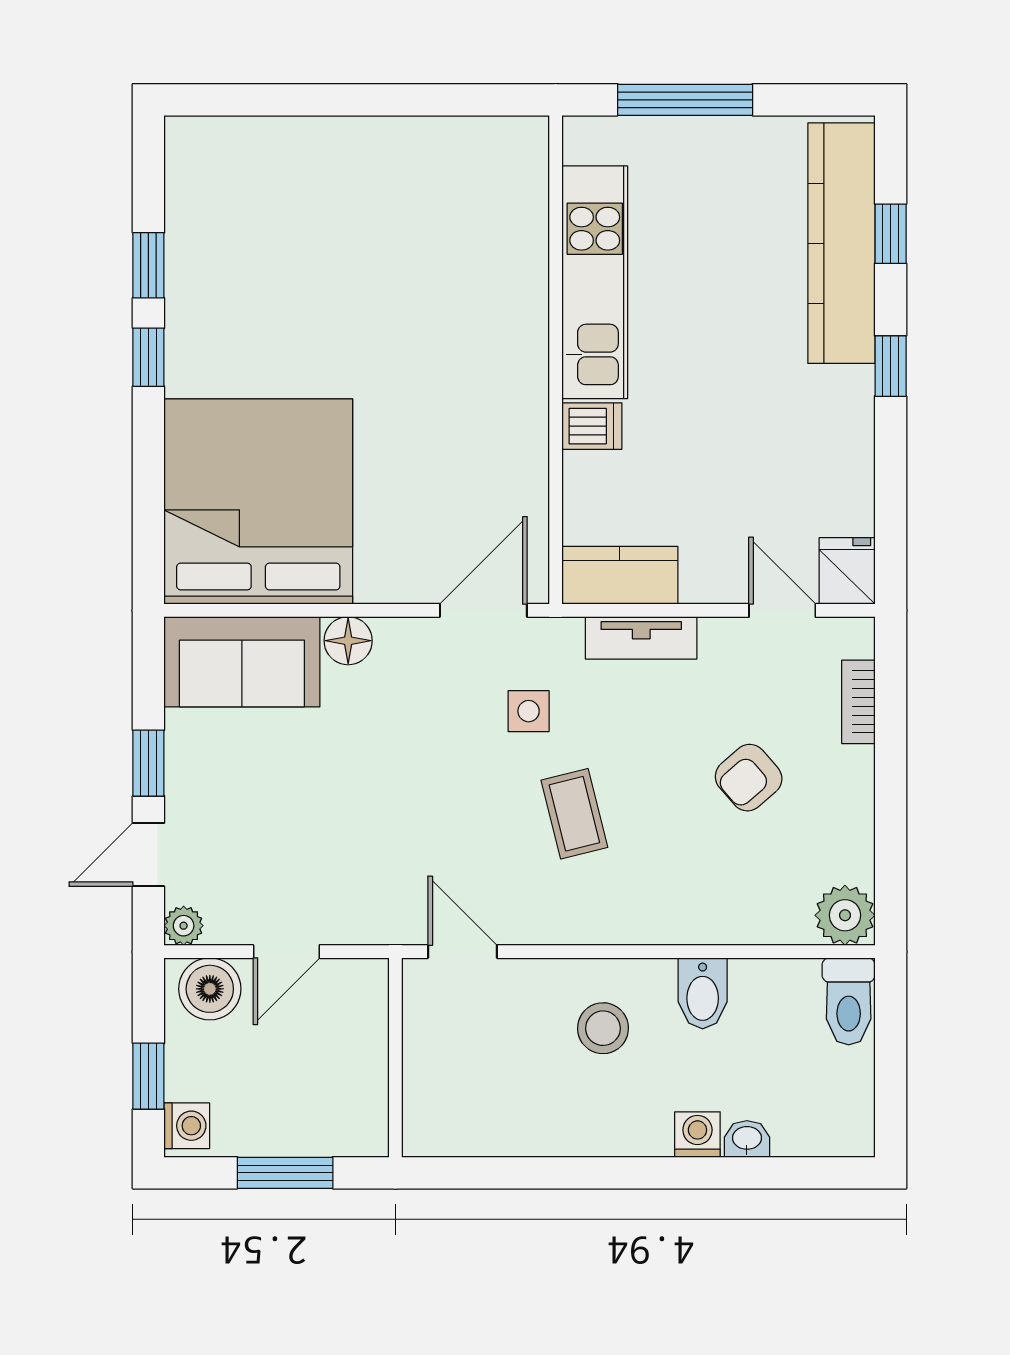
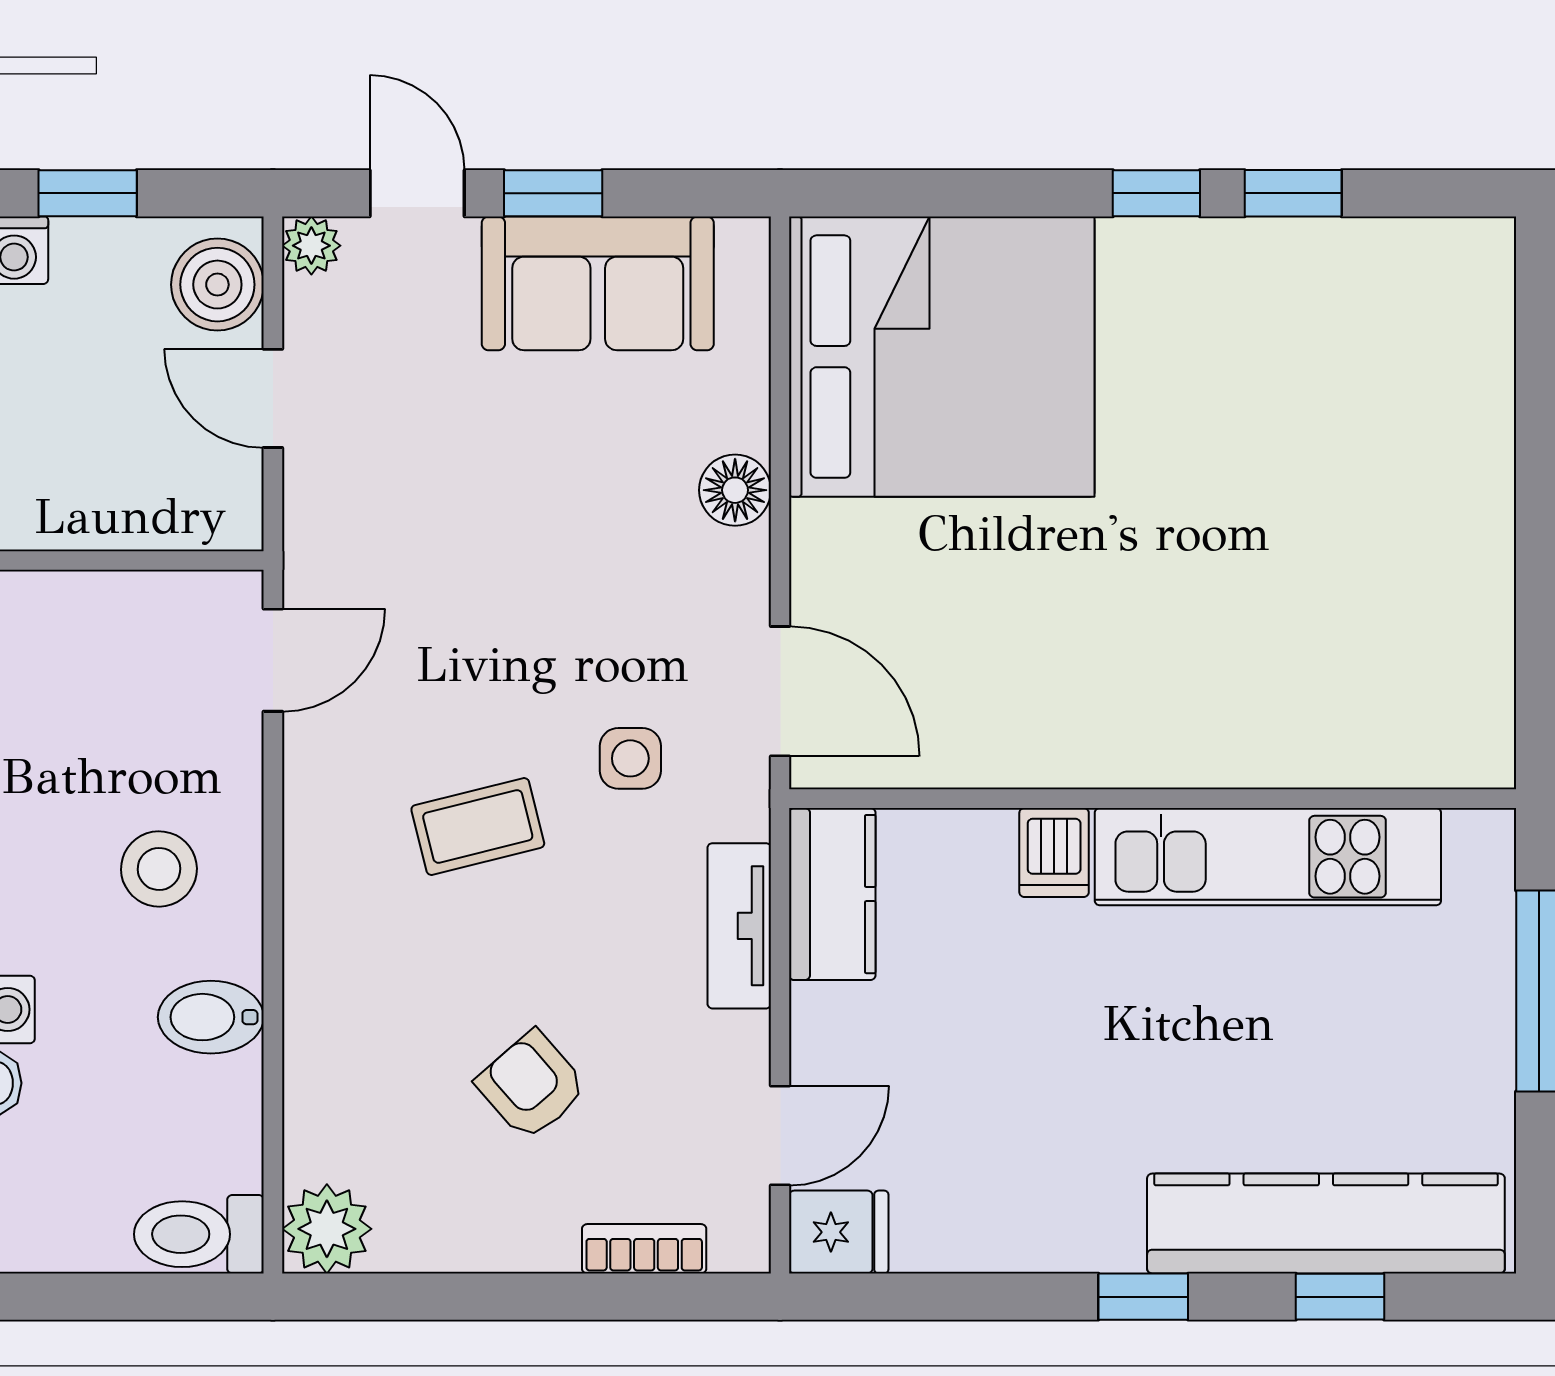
sofa: (242, 662) -> (598, 283), moved, turned -90

